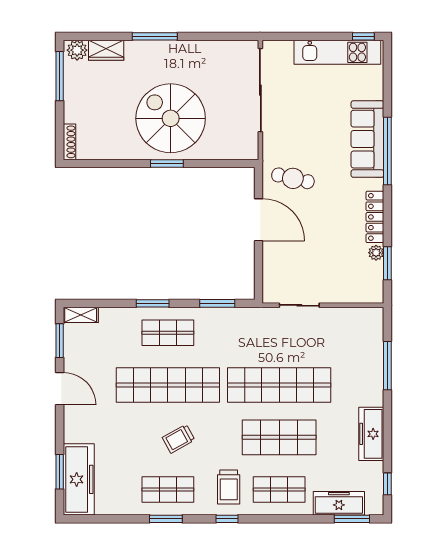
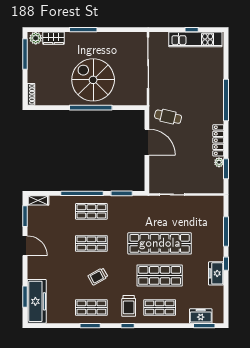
window: (363, 36) -> (192, 30), moved
sofa: (367, 139) -> (214, 93), removed
window: (167, 163) -> (91, 108), width x2.11
window: (153, 303) -> (82, 193), width x2.11
shop shelf: (168, 385) -> (91, 243), width x0.50, depth x0.74
freezer: (371, 434) -> (216, 273), width x0.71
window: (387, 484) -> (226, 264), moved
freezer: (339, 503) -> (201, 316), width x0.71

